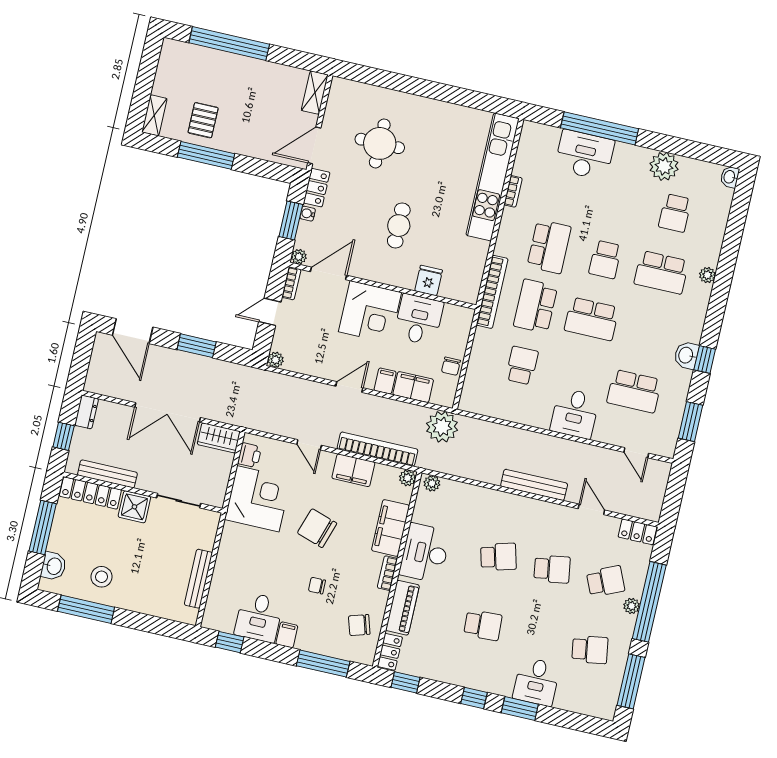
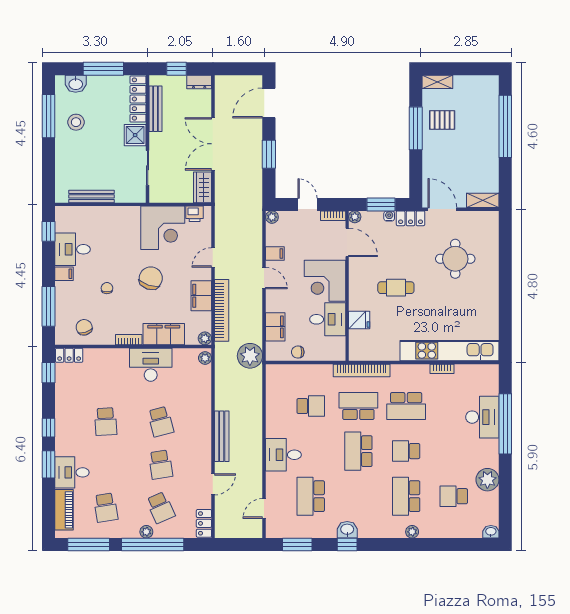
filing cabinet: (385, 381) -> (275, 254), moved
piano: (402, 608) -> (64, 510), moved, turned -90

